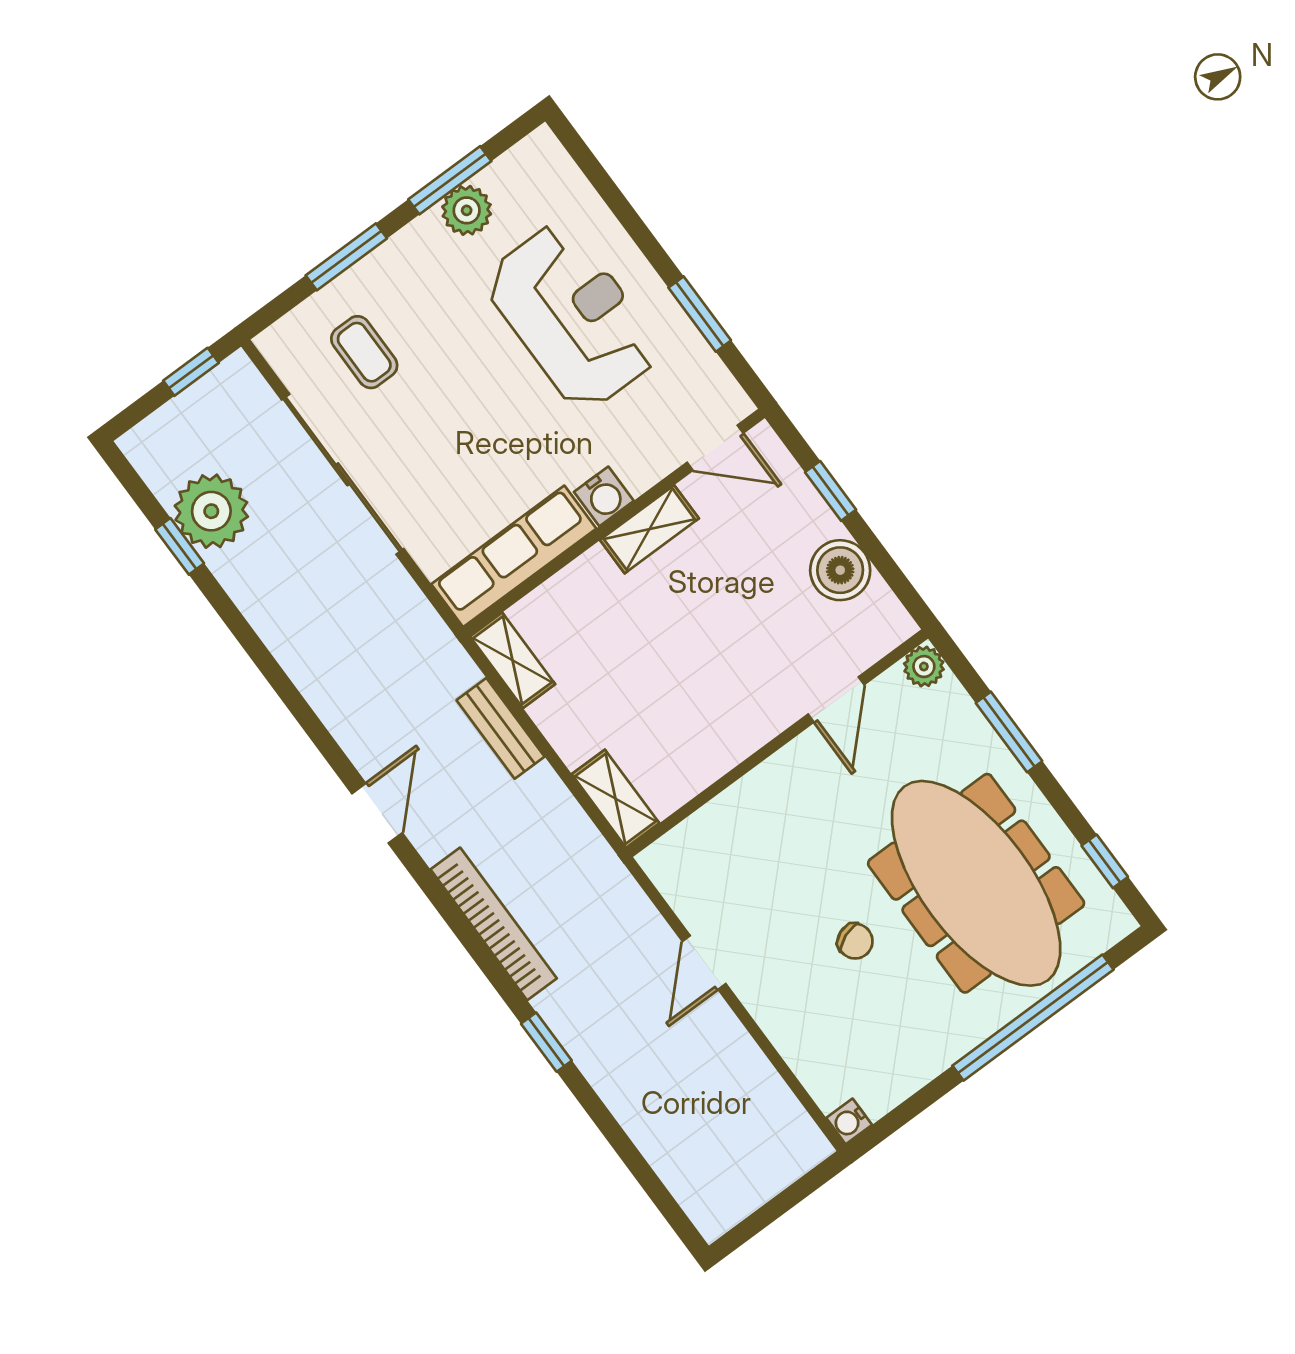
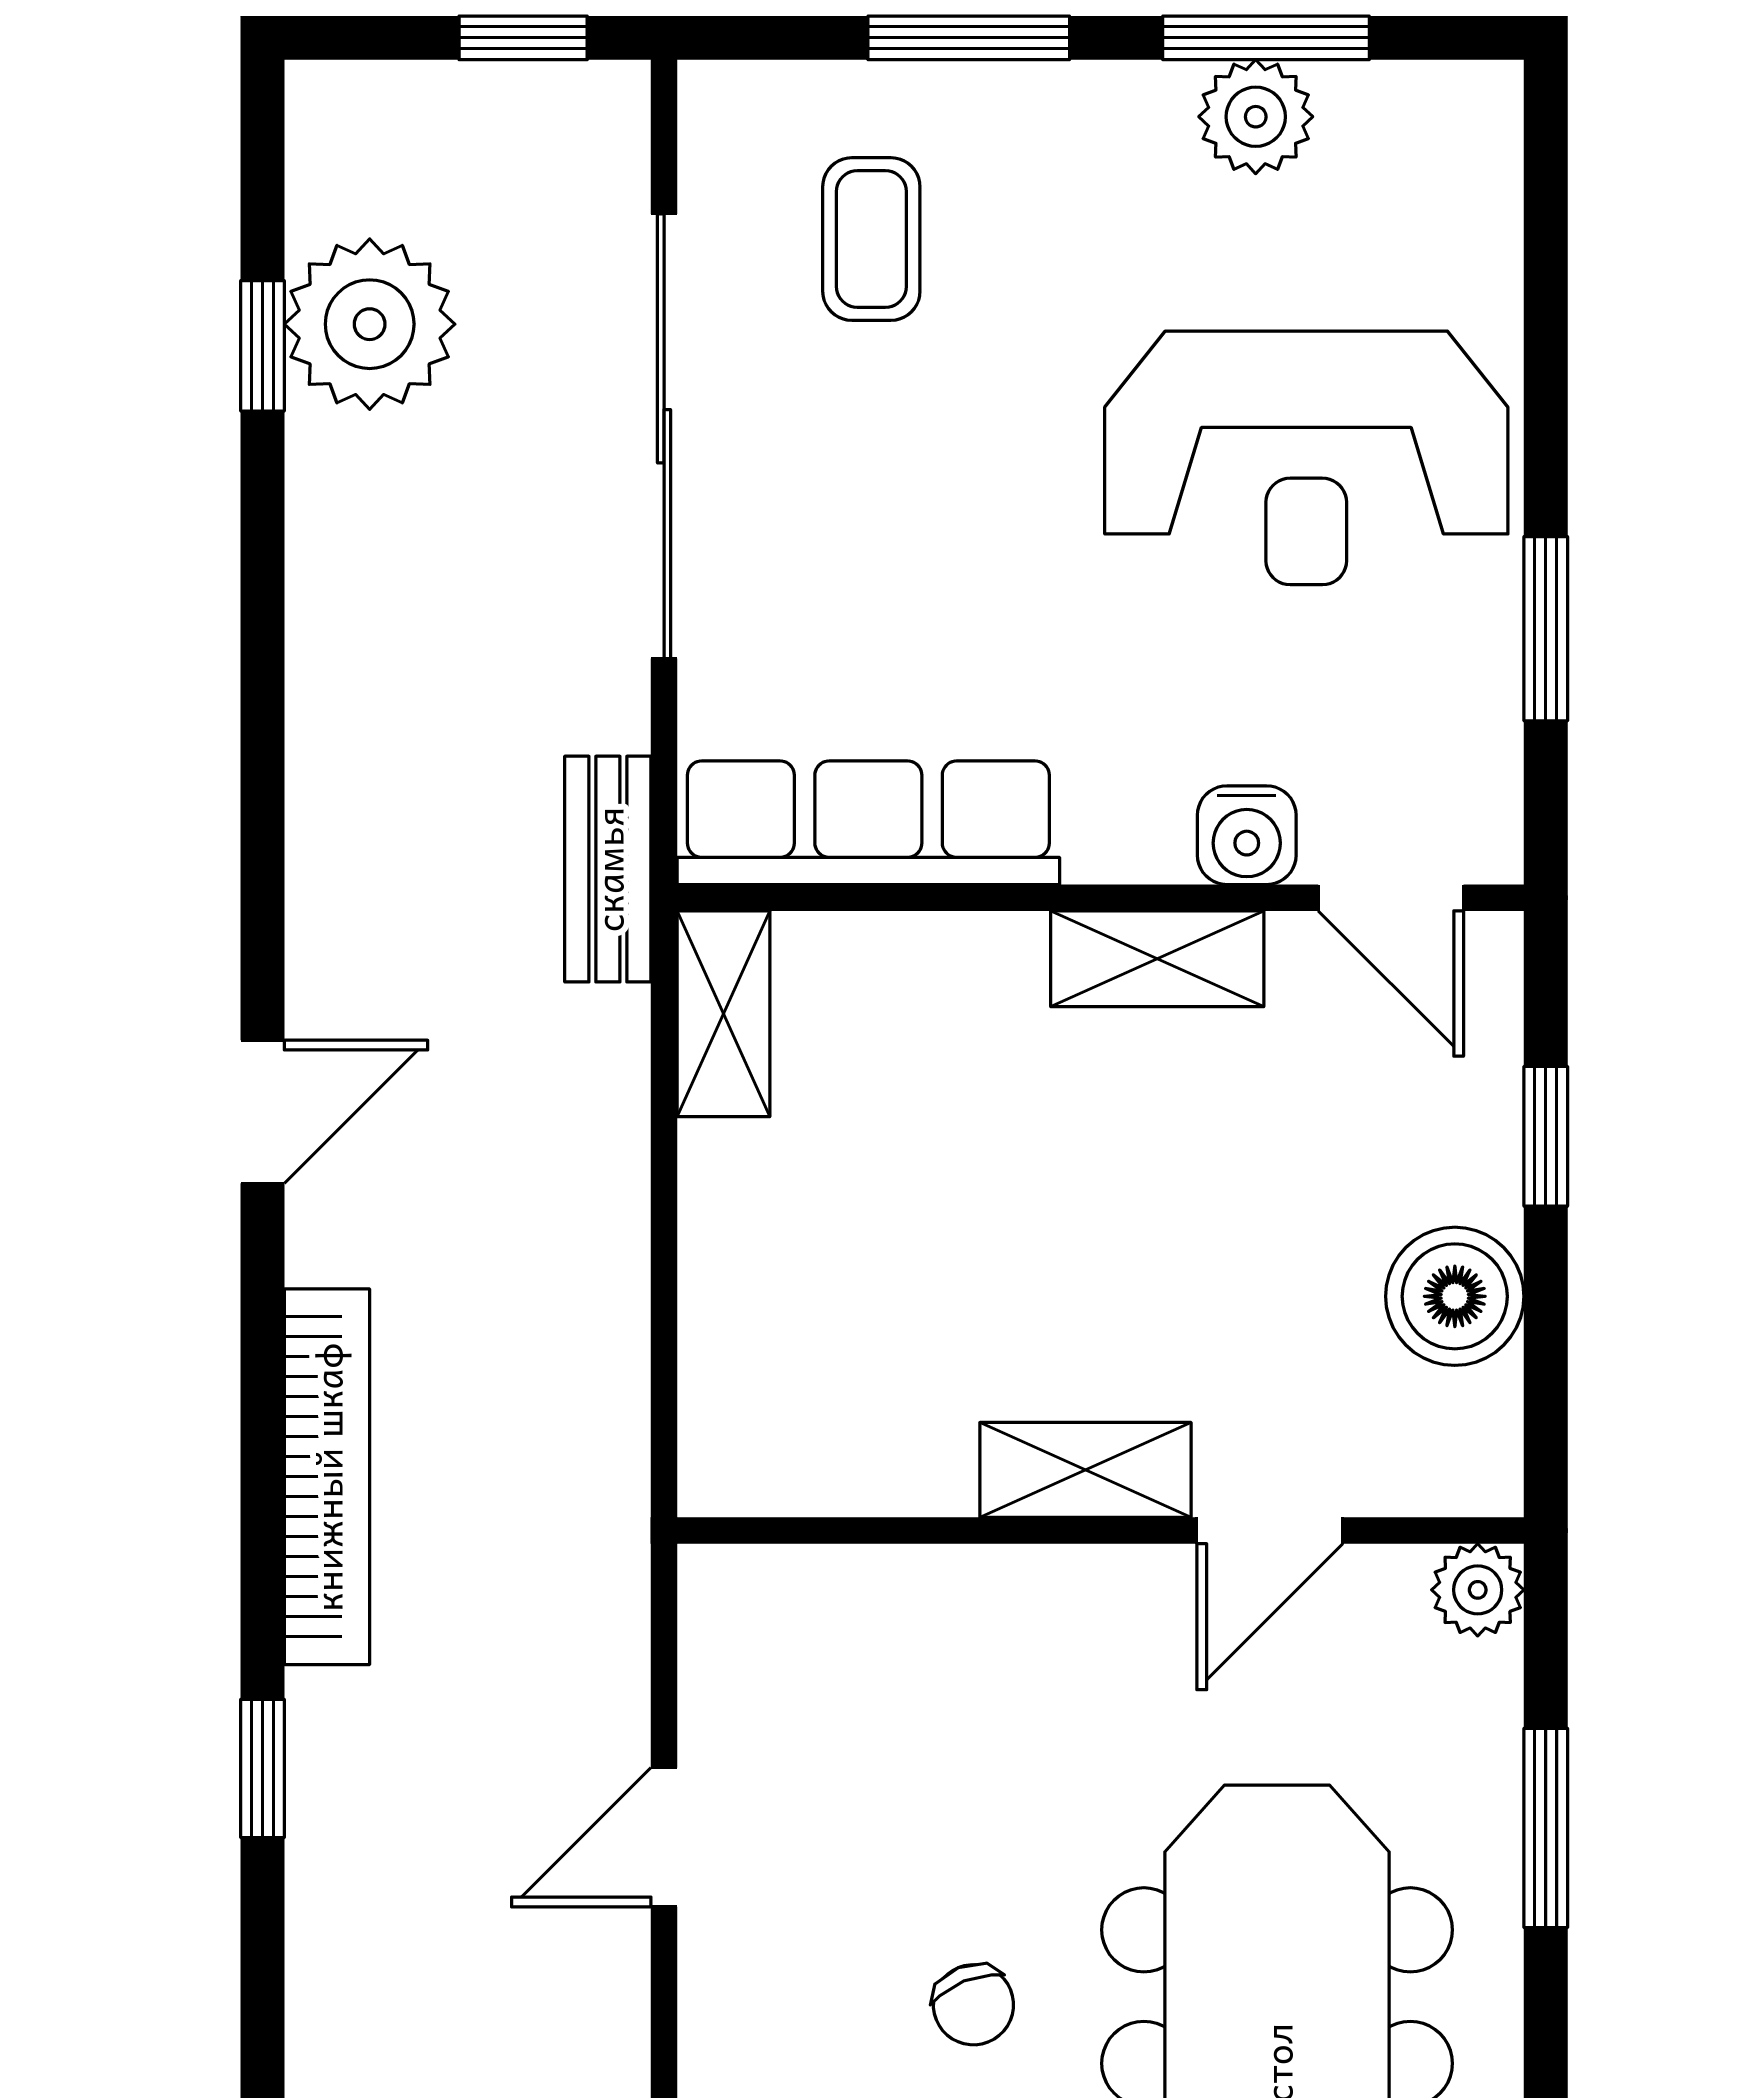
reception desk: (572, 316) -> (1306, 458), turned 90
water cooler: (604, 496) -> (1247, 835), moved
bench: (501, 728) -> (608, 869), moved
shelving: (616, 799) -> (1085, 1470), moved, turned 90

